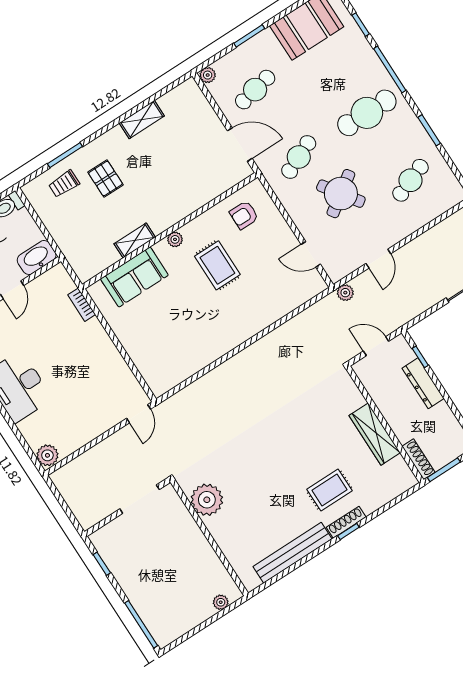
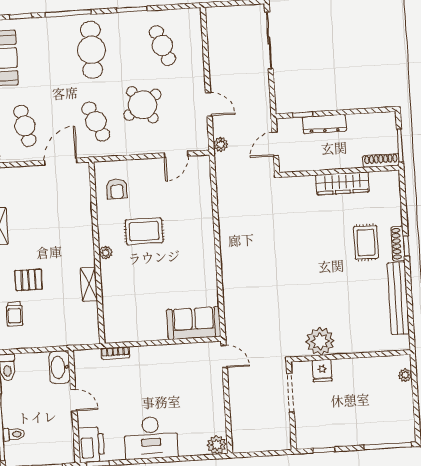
sofa: (134, 277) -> (194, 323), moved, turned -90
fridge: (179, 518) -> (322, 371), added

